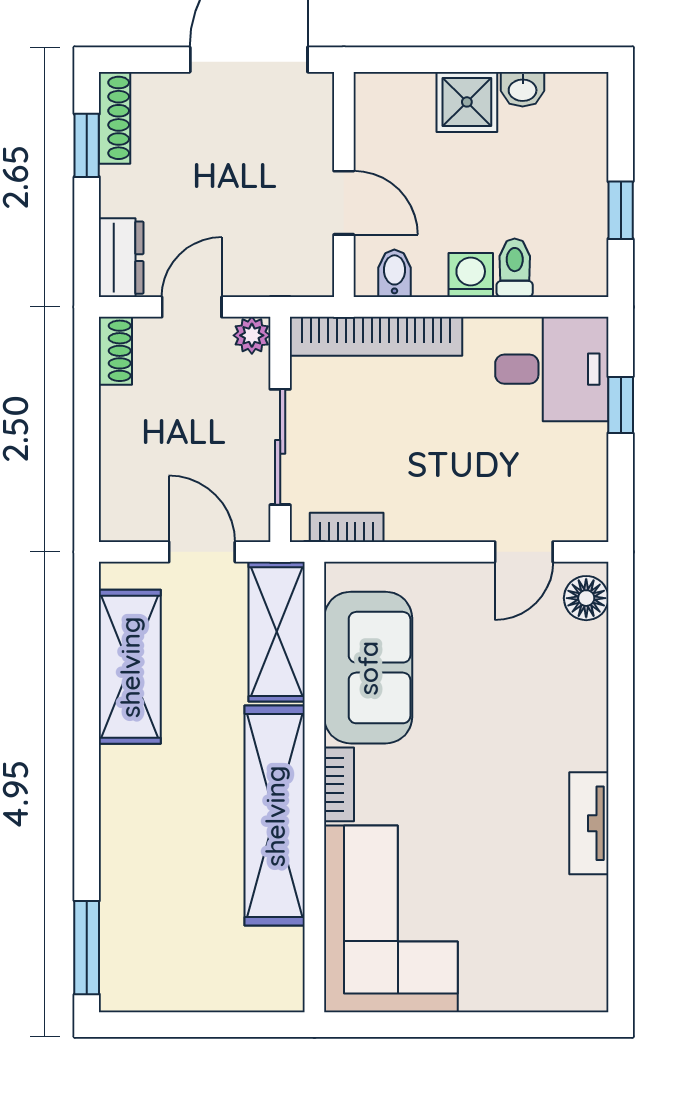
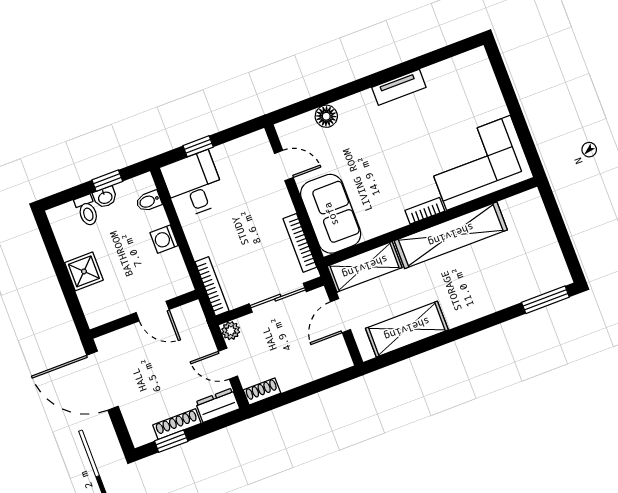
washbasin: (523, 89) -> (105, 197), moved, turned 90
shoe rack: (115, 118) -> (177, 424), moved
door: (344, 203) -> (153, 311), swing flipped
toilet: (515, 268) -> (87, 211), moved, turned -90
bidet: (394, 273) -> (149, 201), moved
bookcase: (376, 336) -> (212, 286), width x0.68, depth x0.76
bookcase: (347, 527) -> (300, 243), width x1.56
floor lamp: (586, 598) -> (326, 116), moved
sofa: (368, 668) -> (331, 214), moved, turned 90

